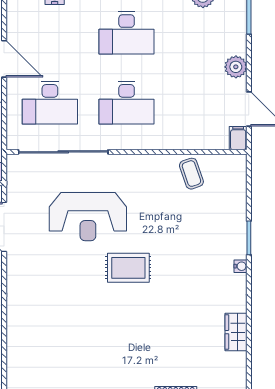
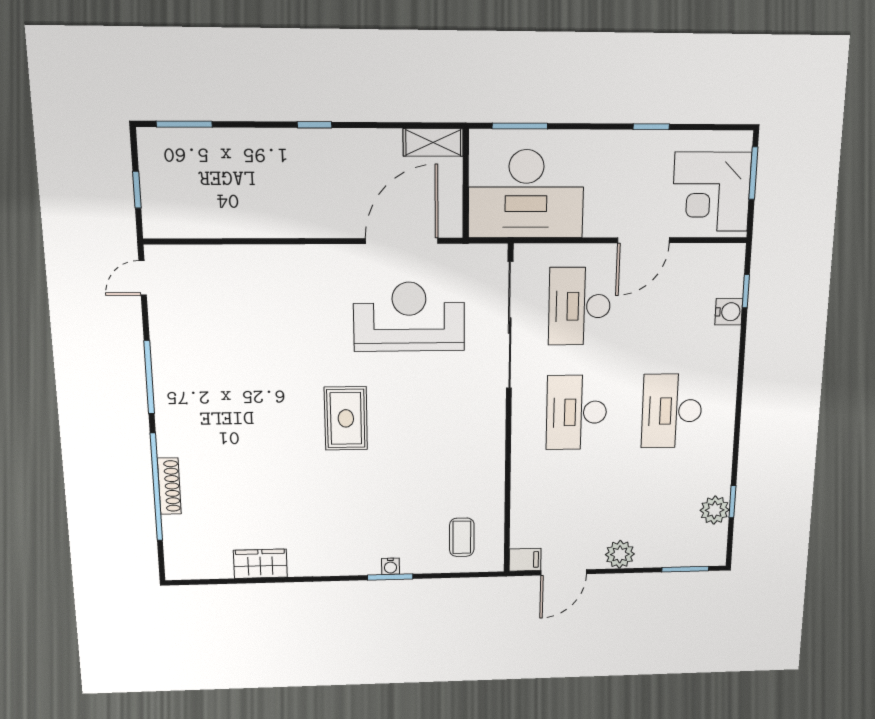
coffee table: (191, 174) -> (462, 537), moved, turned -71
reception desk: (88, 217) -> (409, 317), moved, turned 90
water cooler: (241, 266) -> (390, 566), moved

